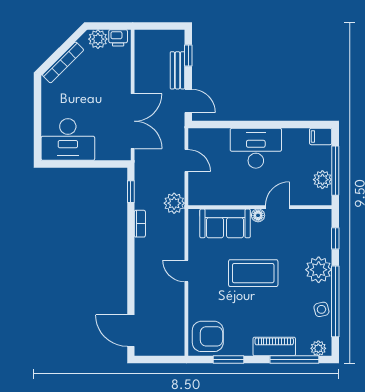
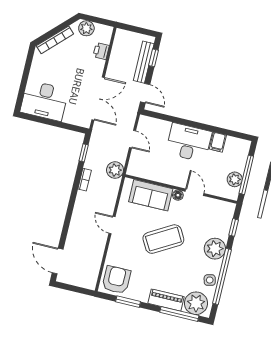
printer: (118, 38) -> (101, 51), moved, turned 90
bench: (177, 70) -> (144, 62), width x1.36
filing cabinet: (321, 136) -> (218, 142), moved, turned -90
door: (277, 207) -> (195, 192), hinge flipped
coffee table: (253, 273) -> (163, 239), turned -30
armchair: (208, 336) -> (116, 280), turned -90
plant: (318, 348) -> (196, 303), width x1.88, depth x1.88

